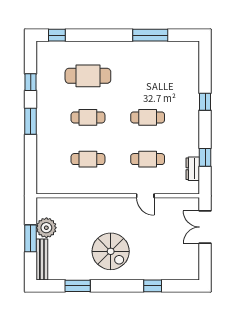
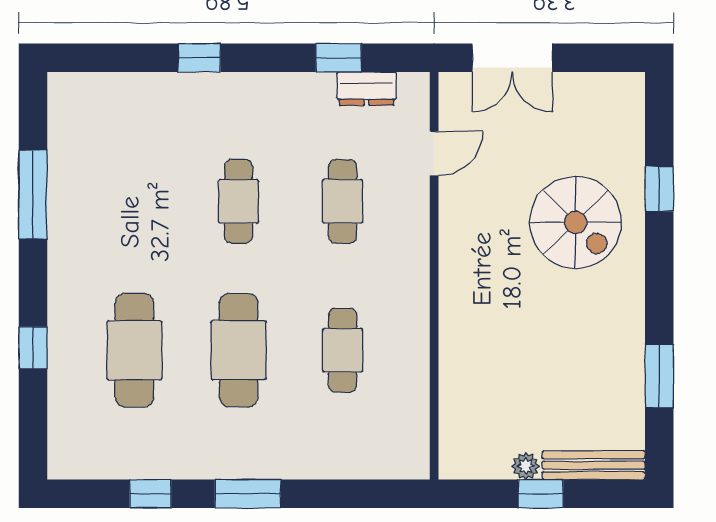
window: (57, 35) -> (33, 348), moved
cafe table: (88, 117) -> (239, 350), width x1.37, depth x1.35
door: (145, 196) -> (434, 154), moved
plant: (46, 228) -> (526, 466), width x0.53, depth x0.53
window: (31, 238) -> (541, 494), width x0.67
spiral stairs: (111, 251) -> (576, 222), moved, turned 90

